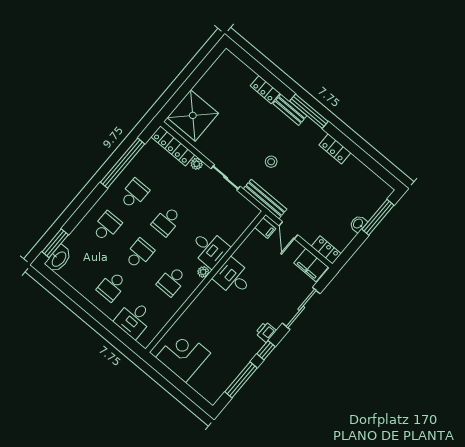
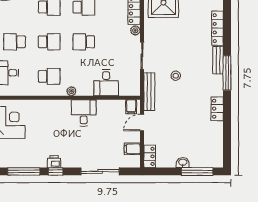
locker: (265, 90) -> (218, 28), width x1.53
desk: (209, 248) -> (106, 83), moved
filing cabinet: (311, 265) -> (132, 149), width x0.50
school desk: (172, 281) -> (49, 76), turned 180
printer: (266, 332) -> (54, 162), moved

